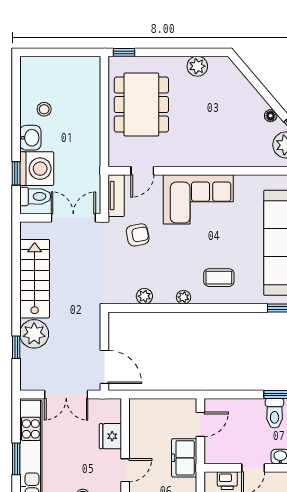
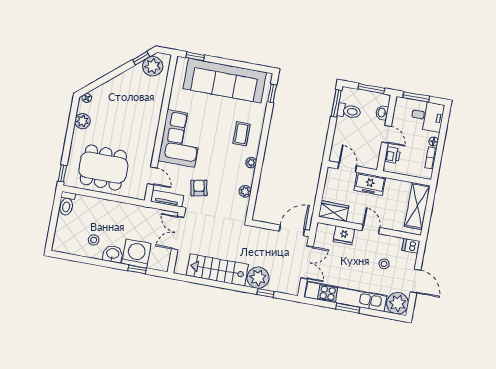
floor lamp: (271, 116) -> (87, 98), moved
toilet: (35, 196) -> (67, 204), moved, turned 180
wardrobe: (140, 417) -> (334, 211), added

